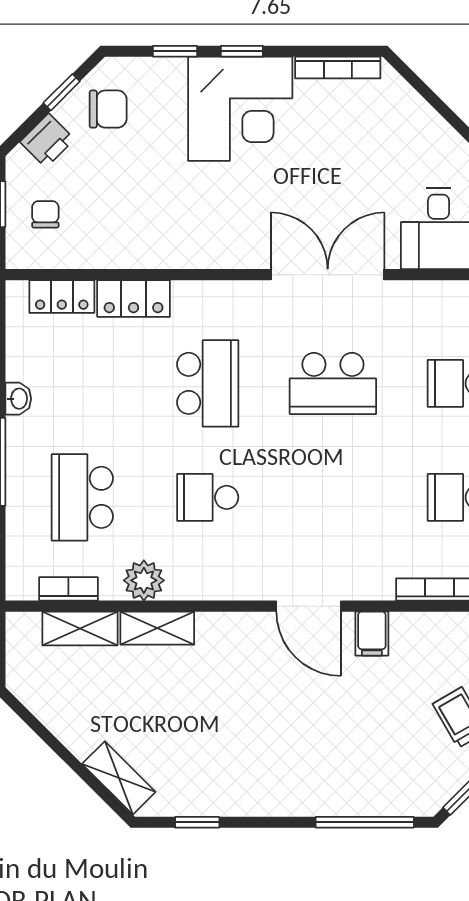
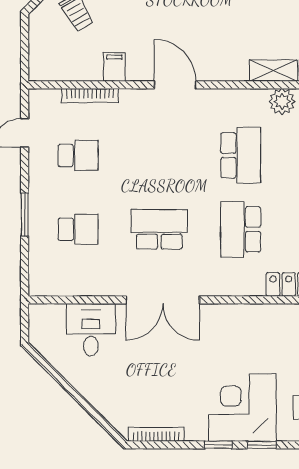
corner desk: (240, 109) -> (242, 408), moved
school desk: (208, 497) -> (241, 155), width x1.85
filing cabinet: (372, 634) -> (114, 67), moved

